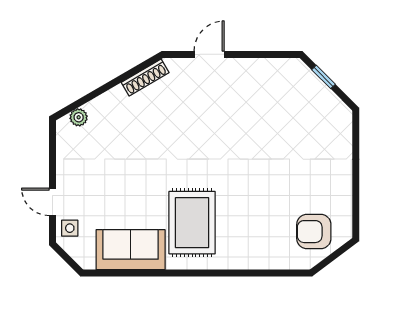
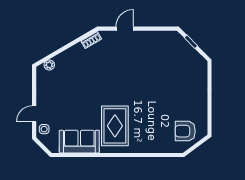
shoe rack: (145, 77) -> (91, 40), width x0.70
door: (53, 202) -> (34, 114), hinge flipped

